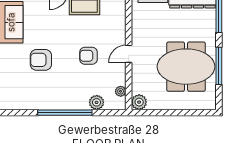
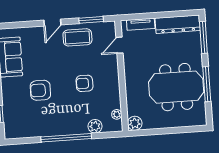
door: (129, 54) -> (119, 45), moved

